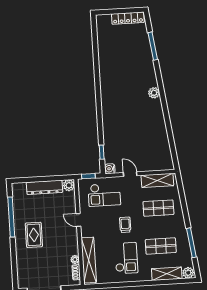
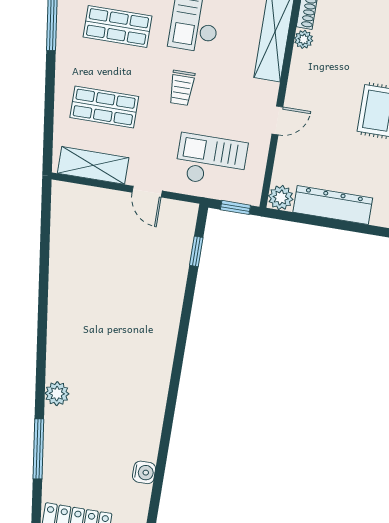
plant: (154, 93) -> (57, 394), moved
water cooler: (110, 169) -> (144, 472), moved
door: (78, 220) -> (277, 120), hinge flipped

